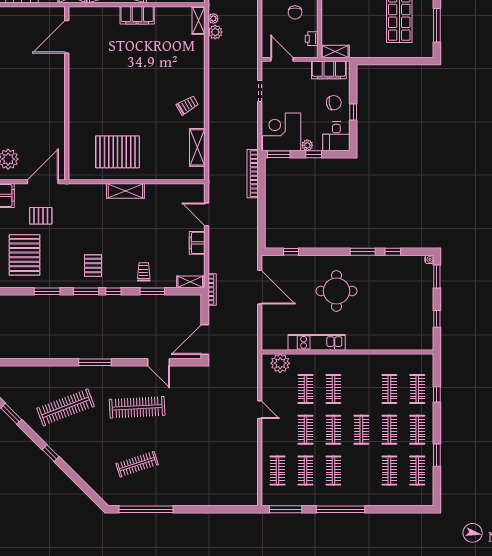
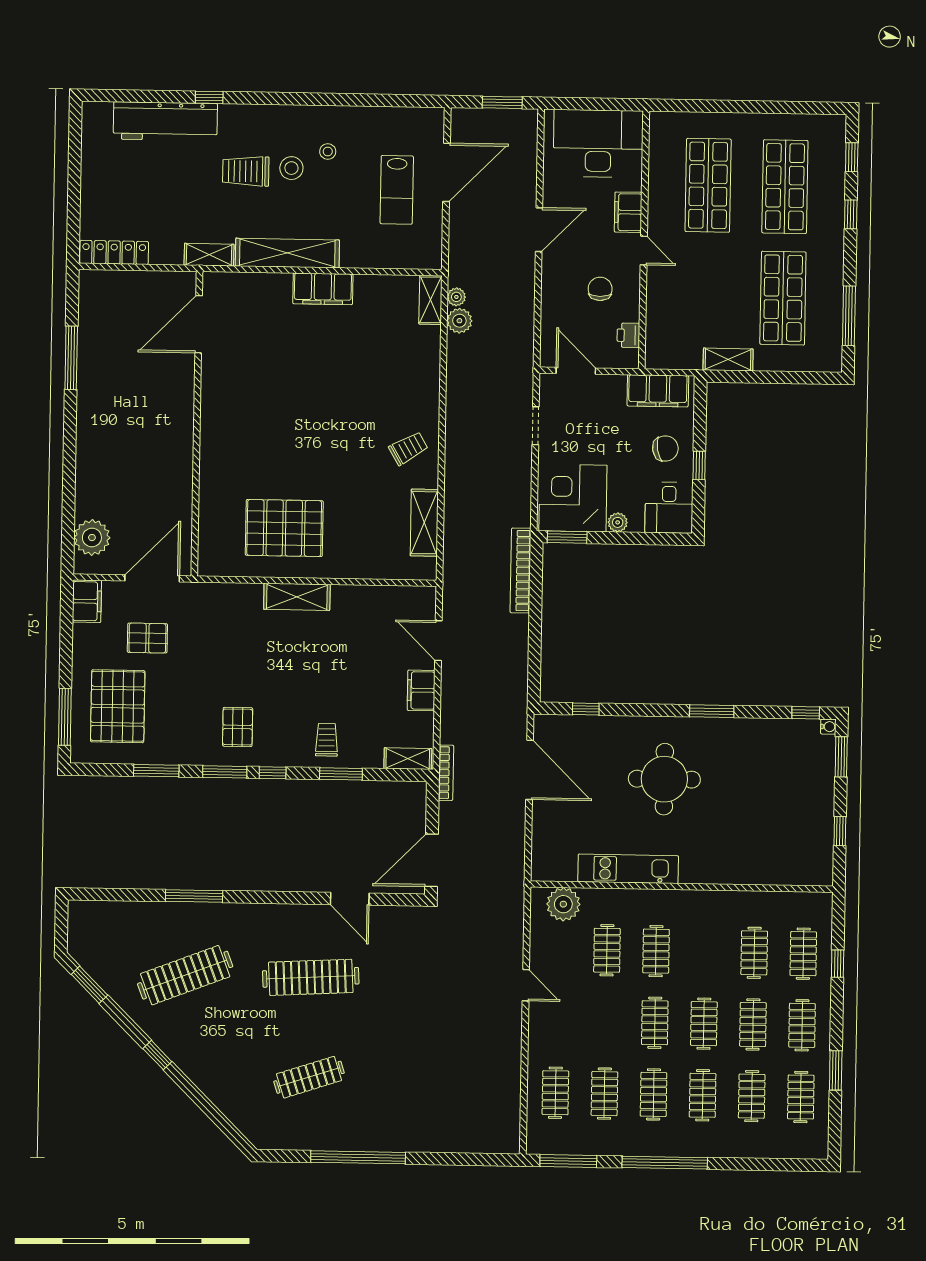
chair: (295, 12) -> (600, 289), turned 180
shelving: (335, 51) -> (728, 359), moved
window: (314, 154) -> (628, 538), removed
window: (393, 252) -> (806, 713), moved
window: (95, 362) -> (194, 896), moved
clothes rail: (305, 430) -> (703, 1095), moved
window: (146, 509) -> (358, 1157), moved

